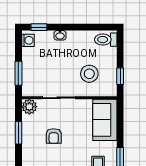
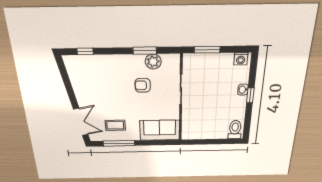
window: (39, 27) -> (250, 95), moved
stool: (89, 74) -> (204, 116), removed
window: (120, 76) -> (200, 142), removed
plant: (29, 107) -> (153, 62), moved

